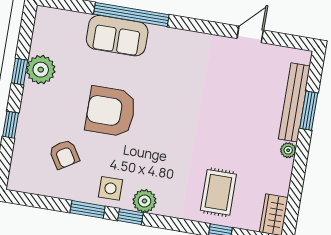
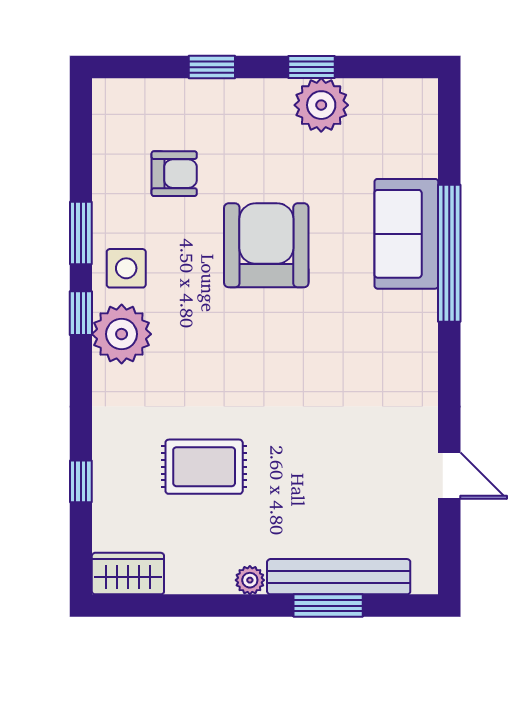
armchair: (64, 154) -> (174, 174), turned -148
rug: (218, 192) -> (204, 467), moved
plant: (145, 201) -> (122, 334), width x1.36, depth x1.36

